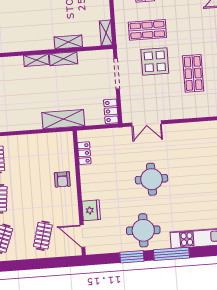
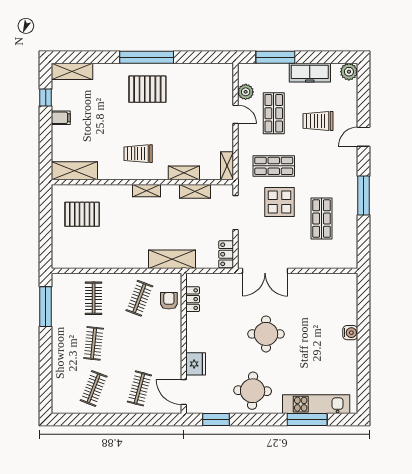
trolley: (27, 28) -> (138, 154), added
shelving: (63, 59) -> (195, 191), moved
double door: (146, 123) -> (265, 271), width x1.37
clothes rail: (37, 156) -> (139, 298), added
armchair: (62, 179) -> (169, 301), moved, turned 180
window: (172, 254) -> (307, 419), moved
window: (132, 257) -> (216, 419), moved

